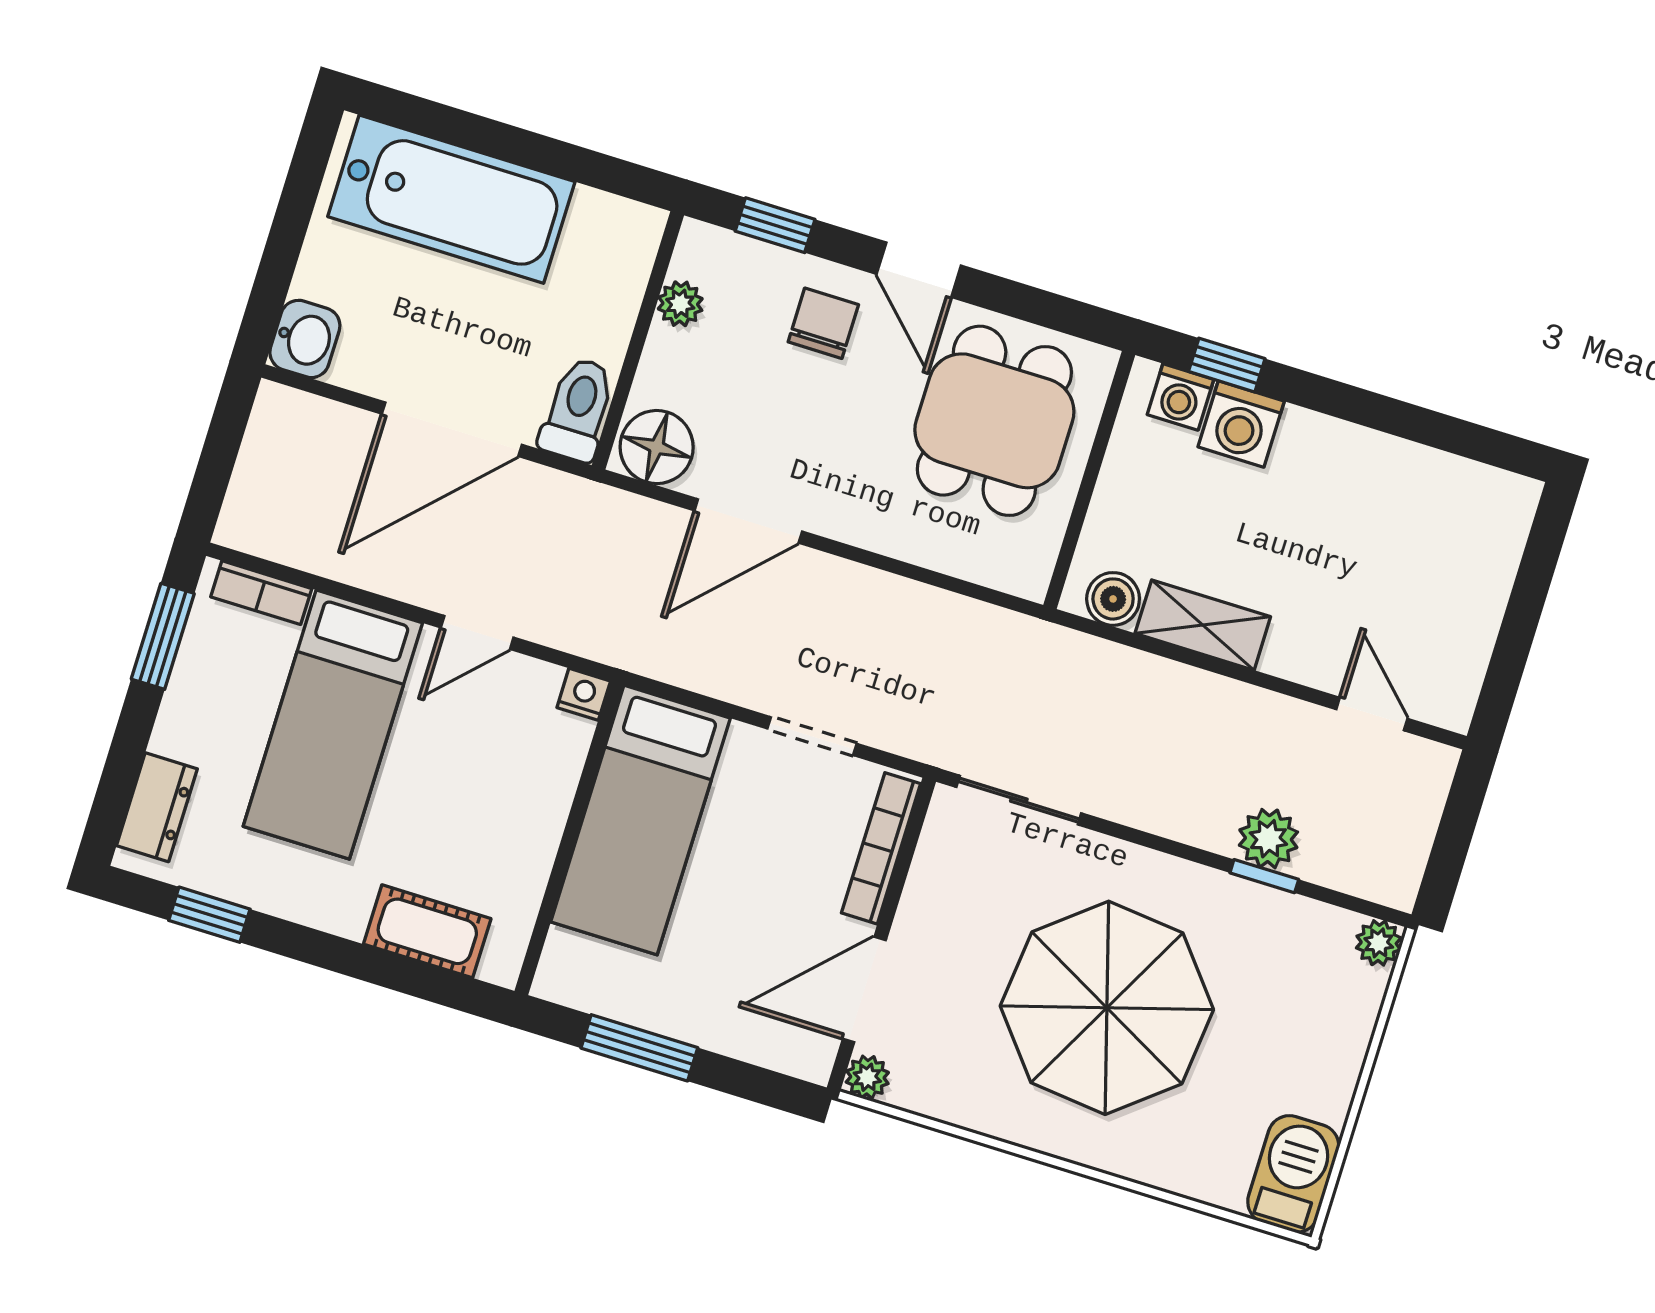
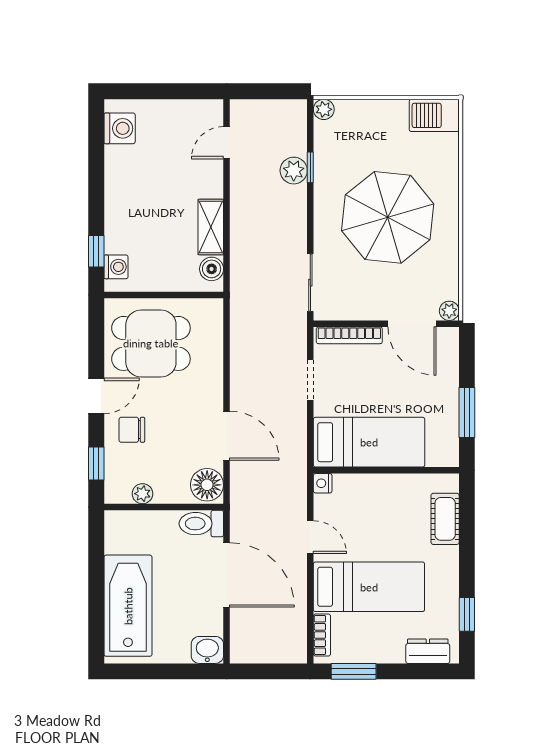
washing machine: (1241, 424) -> (120, 128), moved

